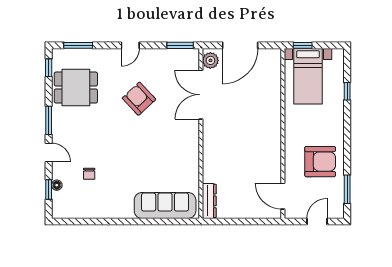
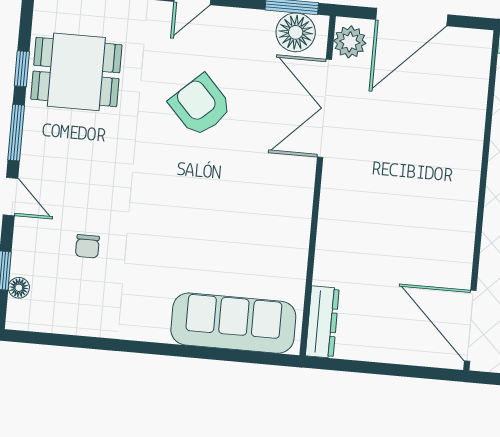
floor lamp: (183, 58) -> (296, 32), added
window: (49, 68) -> (22, 69), moved
floor lamp: (57, 185) -> (19, 288), moved
door: (283, 196) -> (470, 326), width x1.36

